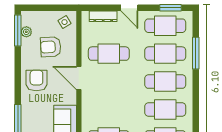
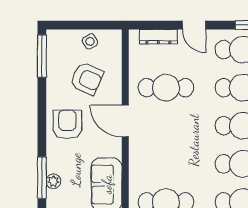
side table: (65, 22) -> (90, 42), moved
plant: (26, 32) -> (53, 181), moved
armchair: (51, 47) -> (87, 78), turned -153

